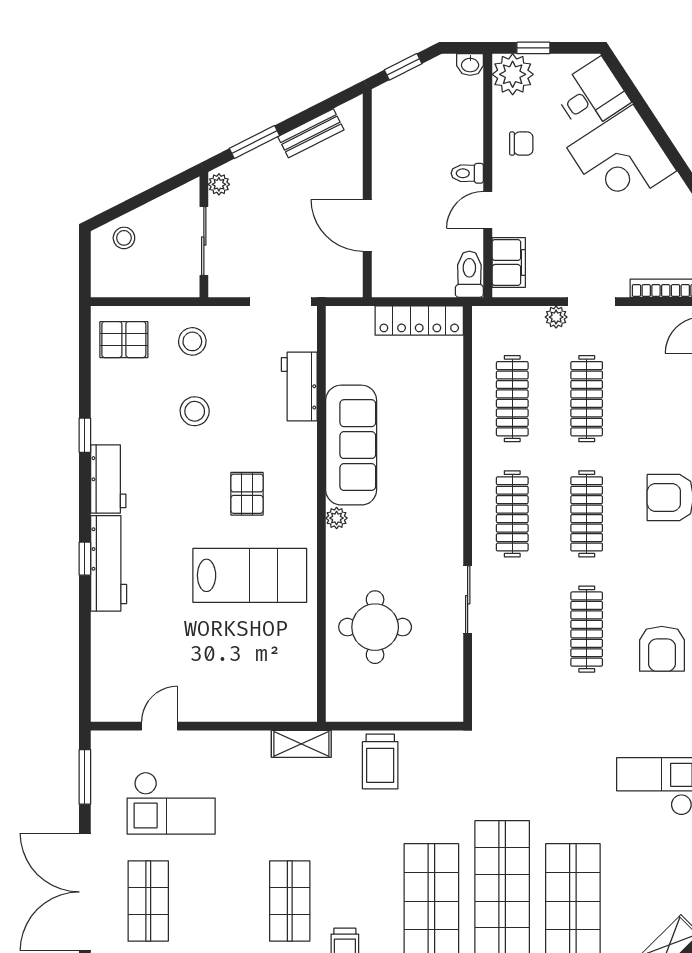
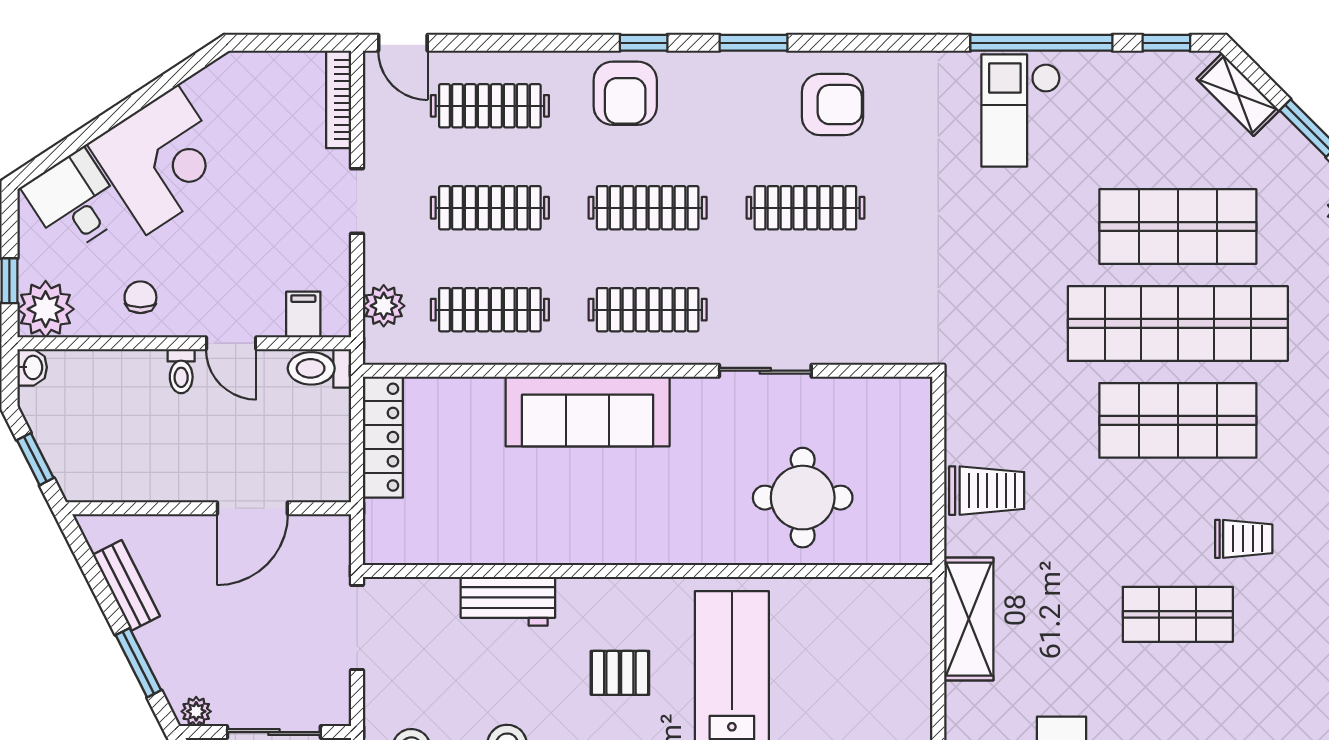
filing cabinet: (509, 262) -> (303, 315), width x0.50
plant: (556, 317) -> (384, 306), moved, width x1.38, depth x1.38
workbench: (299, 387) -> (508, 601), moved
clothes rail: (661, 399) -> (490, 106), added
sofa: (351, 445) -> (588, 411), moved, turned 180
plant: (337, 518) -> (653, 550), removed
shelving: (301, 744) -> (969, 619), width x1.50, depth x1.33

